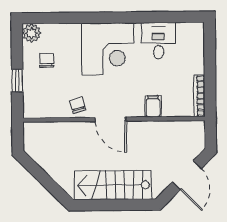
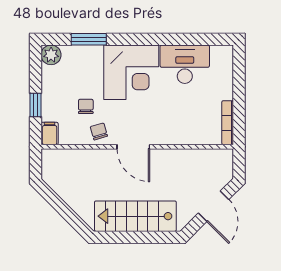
window: (67, 18) -> (89, 39), added
desk: (158, 41) -> (185, 64), width x1.37
chair: (47, 60) -> (86, 106), moved
filing cabinet: (153, 106) -> (50, 134), moved

